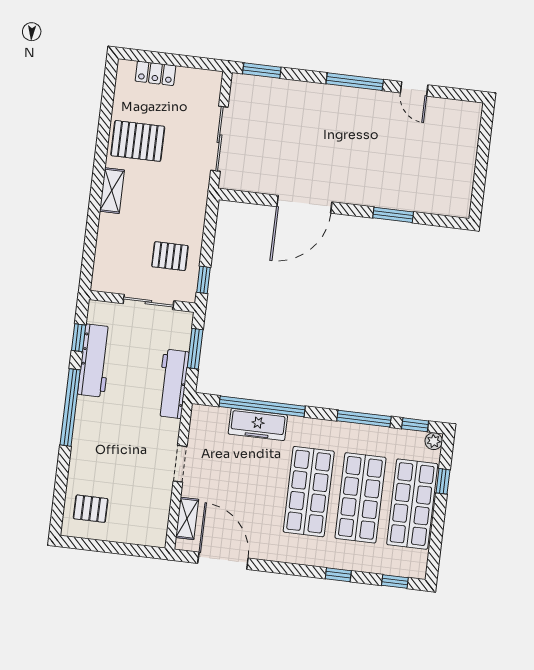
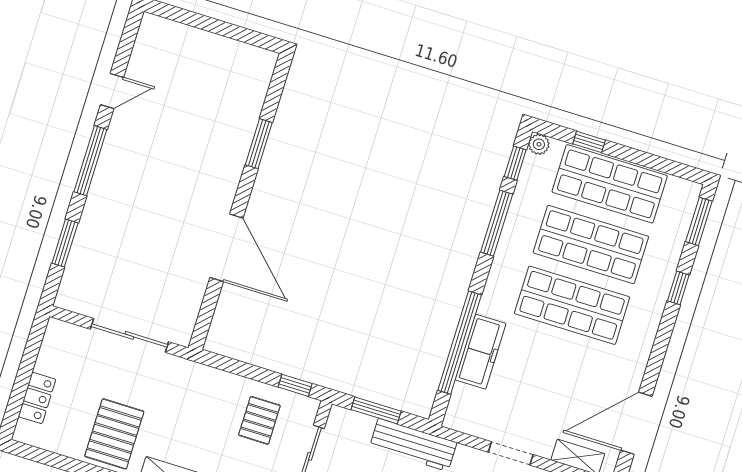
window: (262, 70) -> (65, 243), moved
window: (395, 582) -> (699, 221), width x1.50

